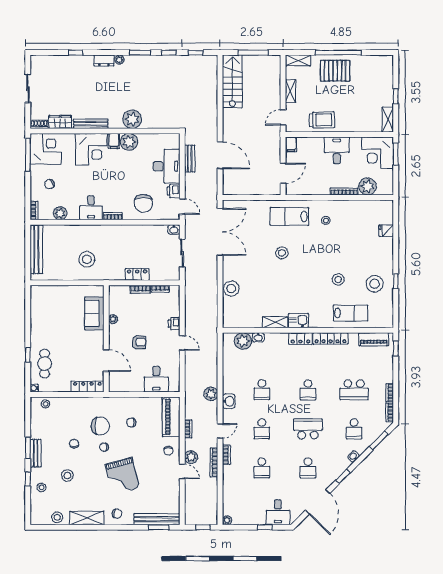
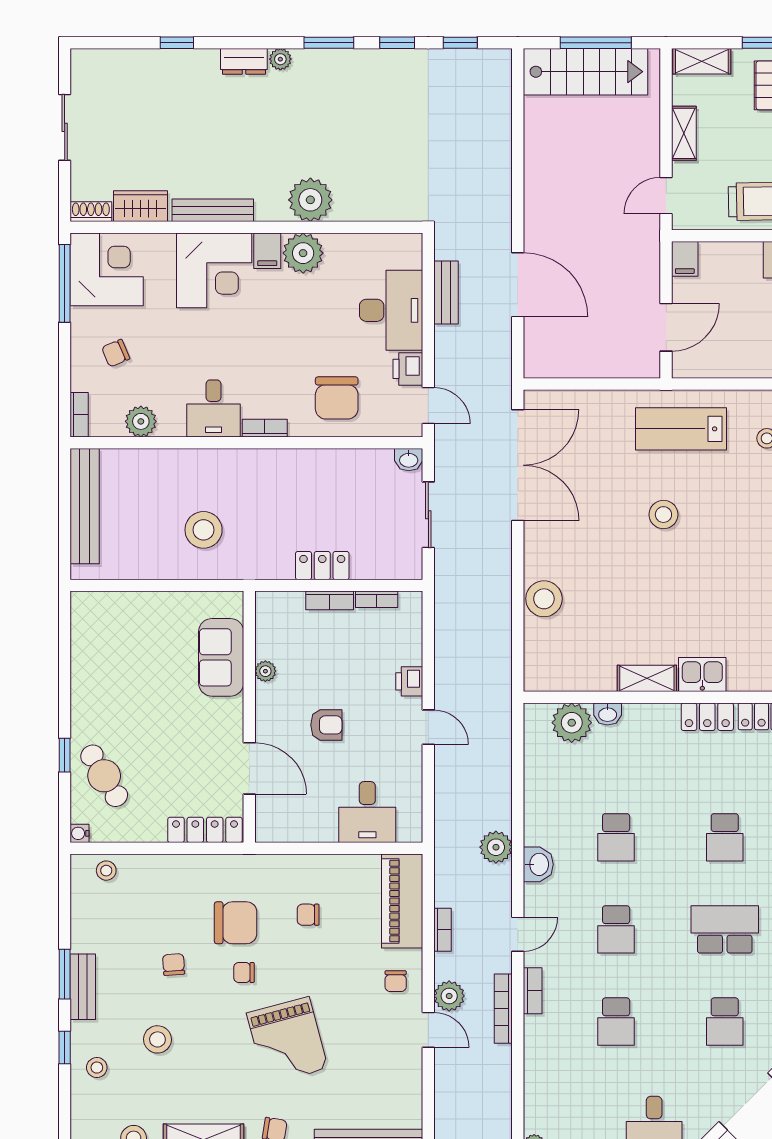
stairs: (232, 81) -> (586, 72), moved, turned 90
cafe table: (45, 364) -> (104, 776), turned -31

